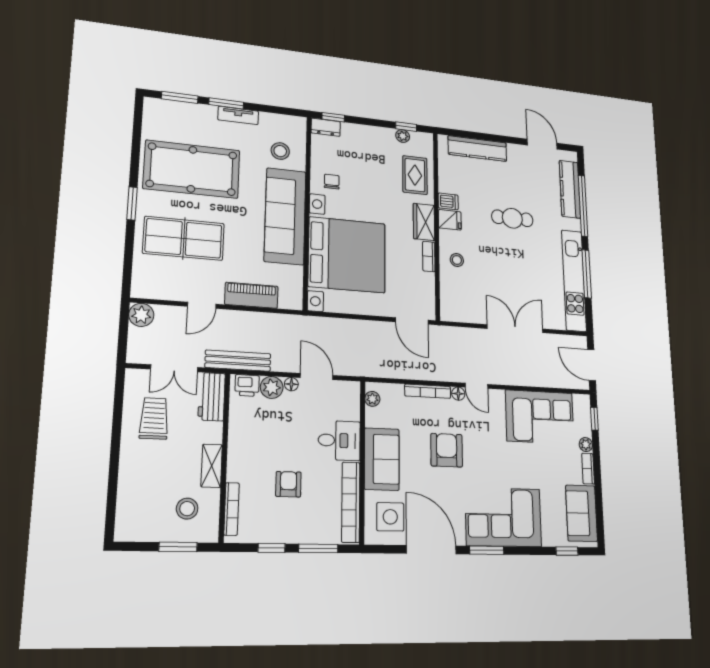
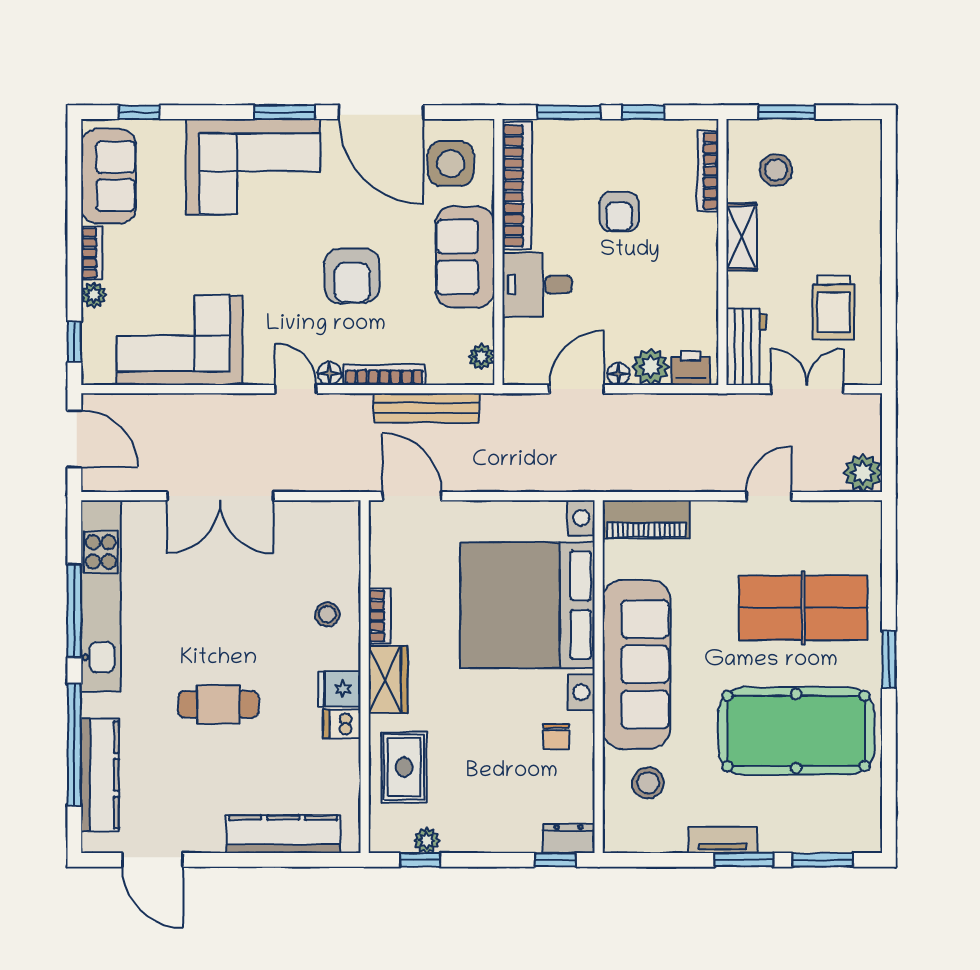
piano: (251, 295) -> (646, 519), moved
bench: (238, 361) -> (426, 408), moved
door: (317, 377) -> (577, 389), swing flipped

